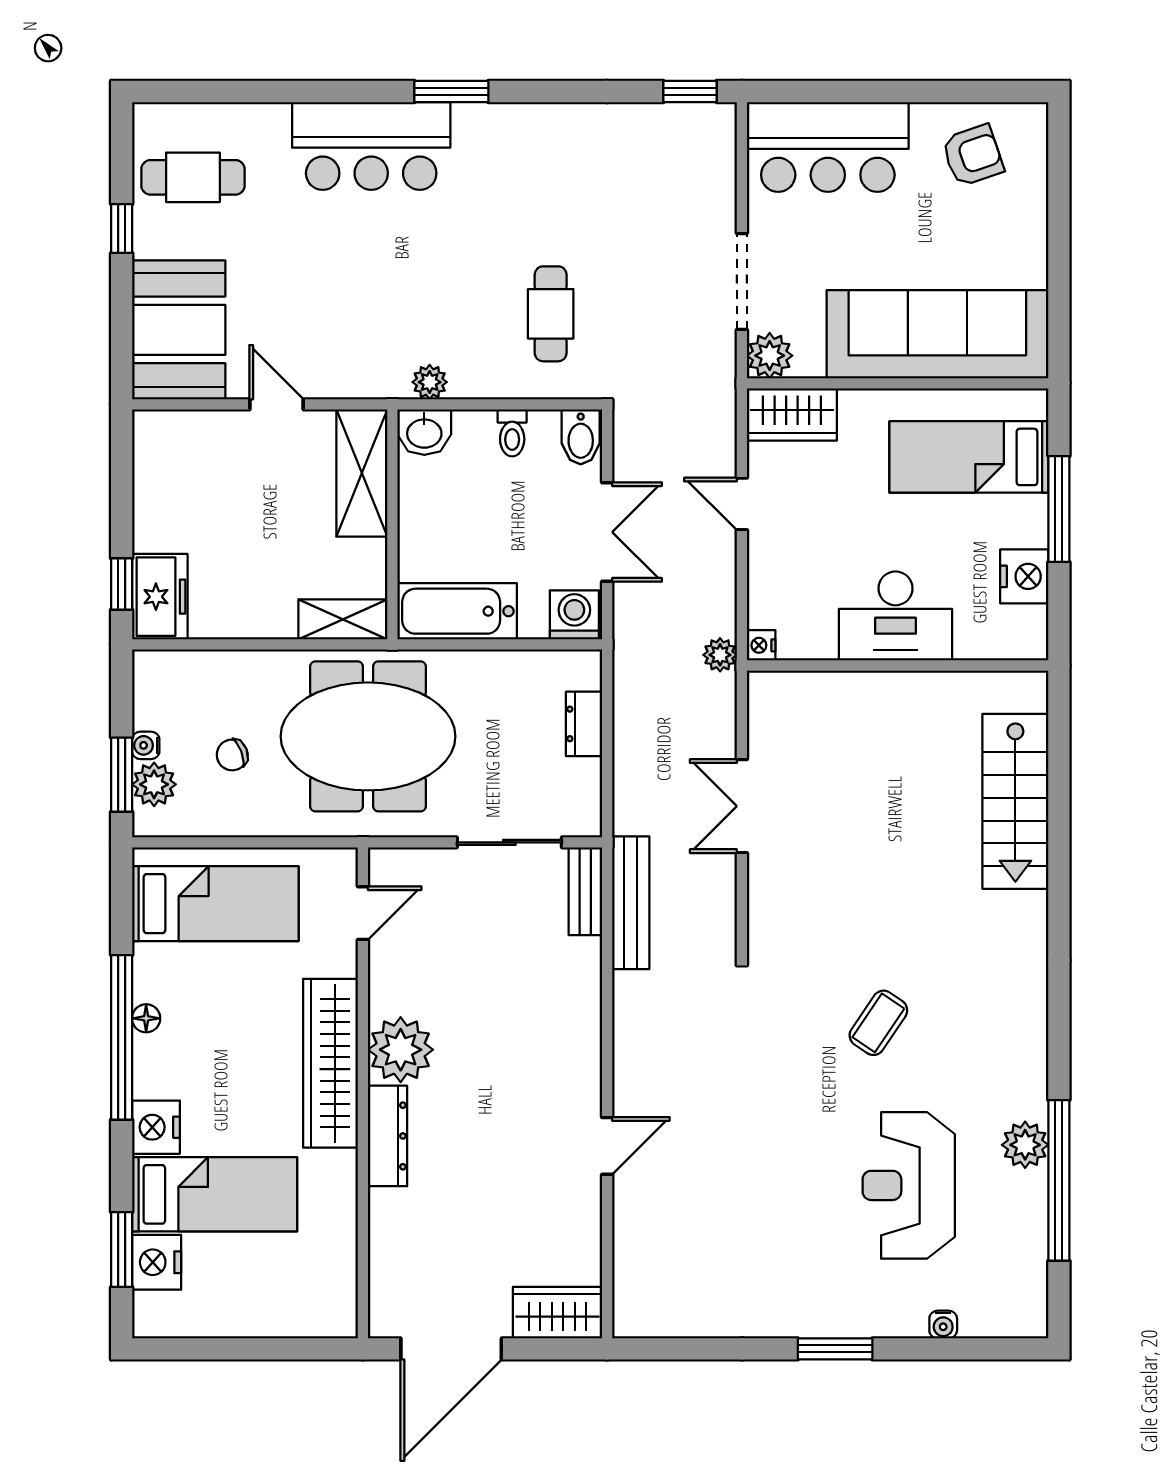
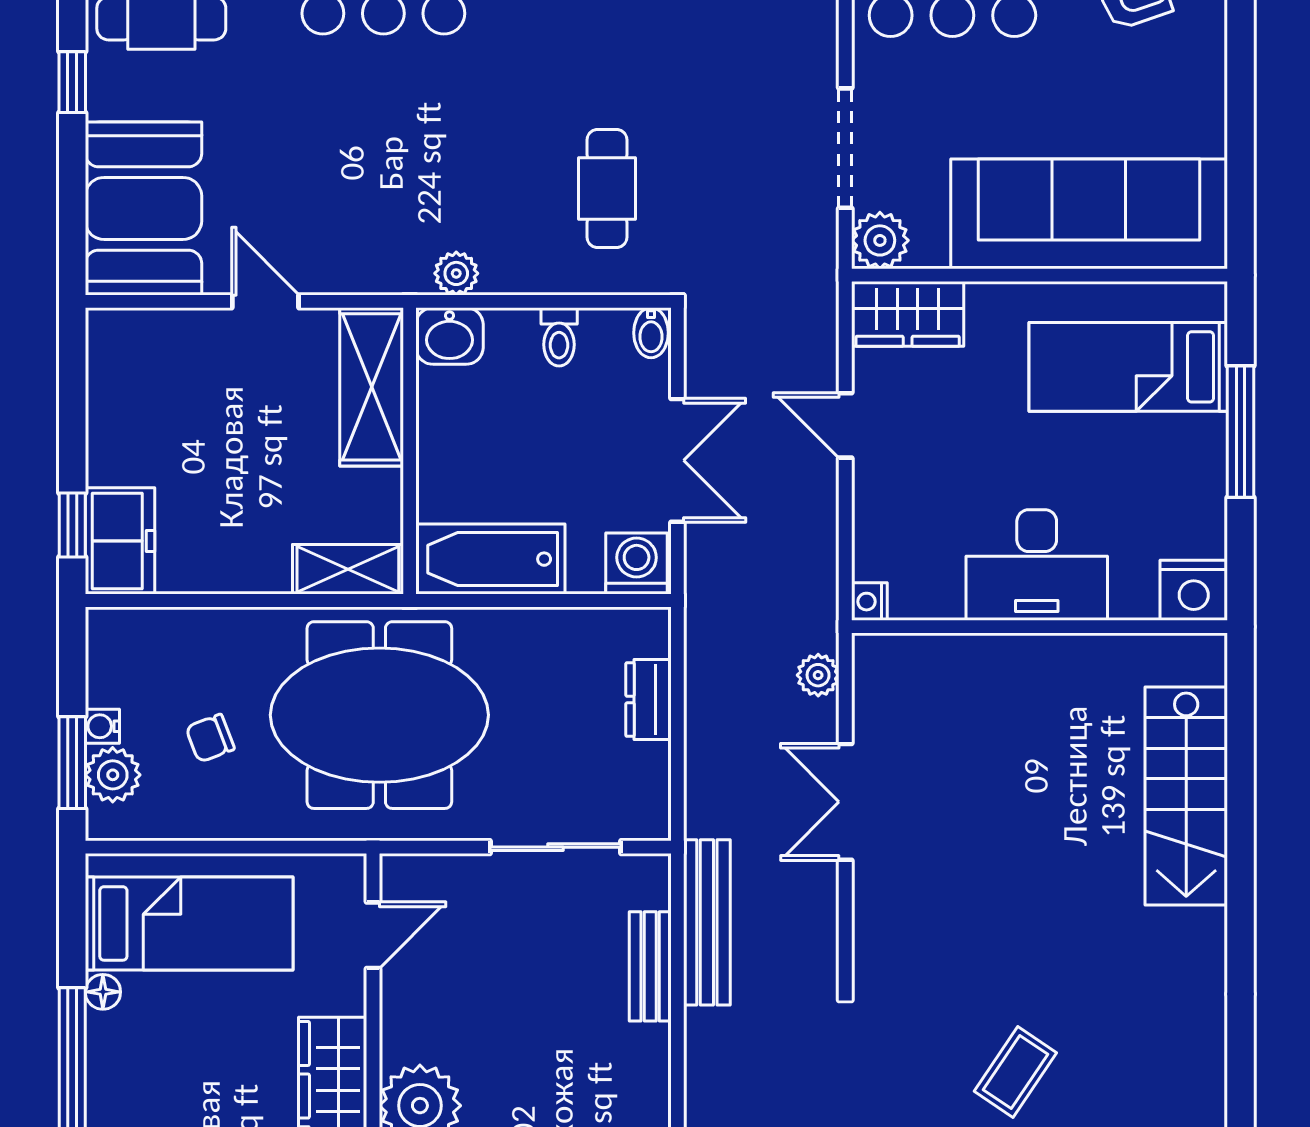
bidet: (581, 437) -> (651, 333), width x0.72, depth x0.74
nightstand: (1024, 576) -> (1194, 590), moved, turned 90
plant: (720, 655) -> (818, 675), moved
bench: (585, 891) -> (650, 966), moved
floor lamp: (146, 1018) -> (103, 992), moved

